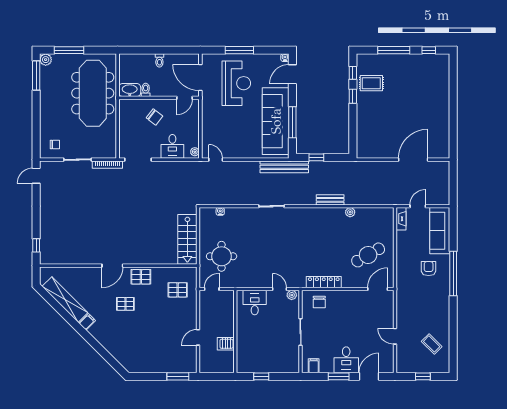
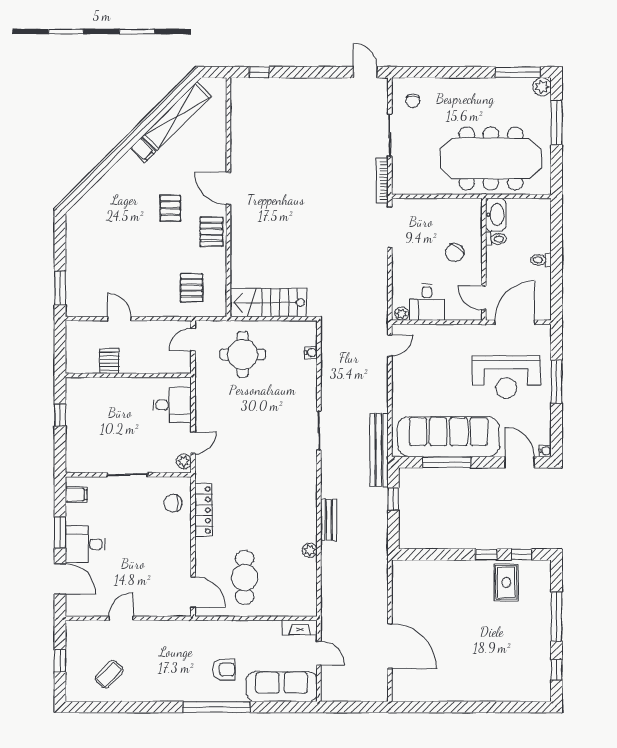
desk: (172, 146) -> (427, 302), moved, turned -90
cafe table: (368, 255) -> (245, 578), turned 30
door: (212, 289) -> (193, 340), swing flipped

